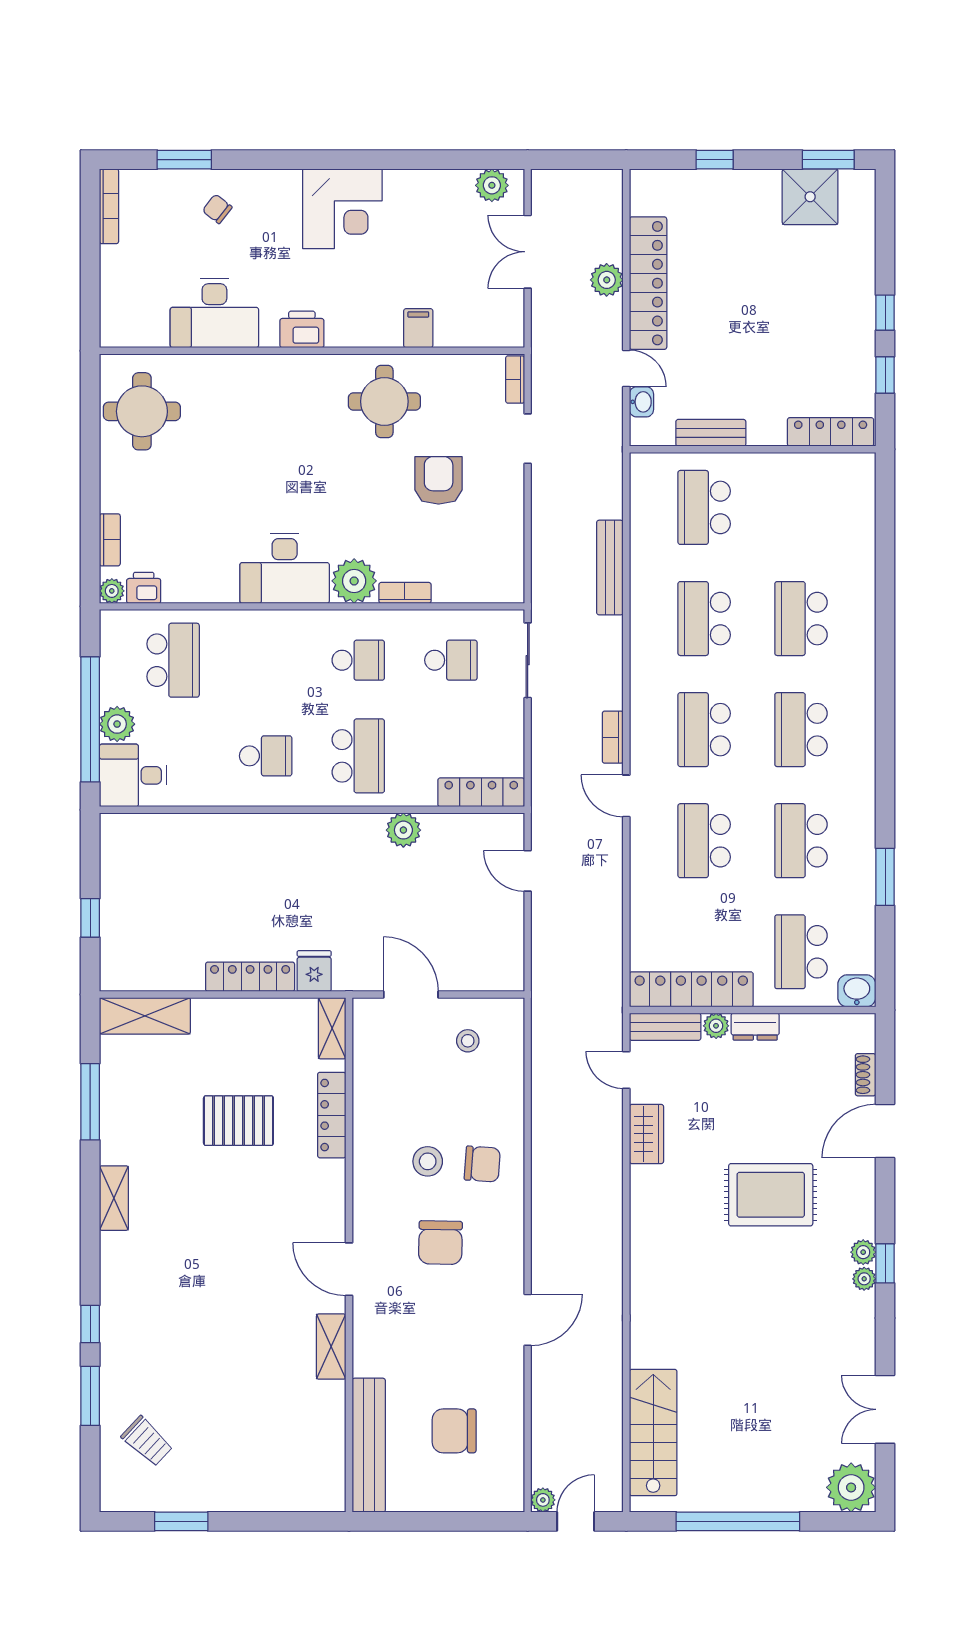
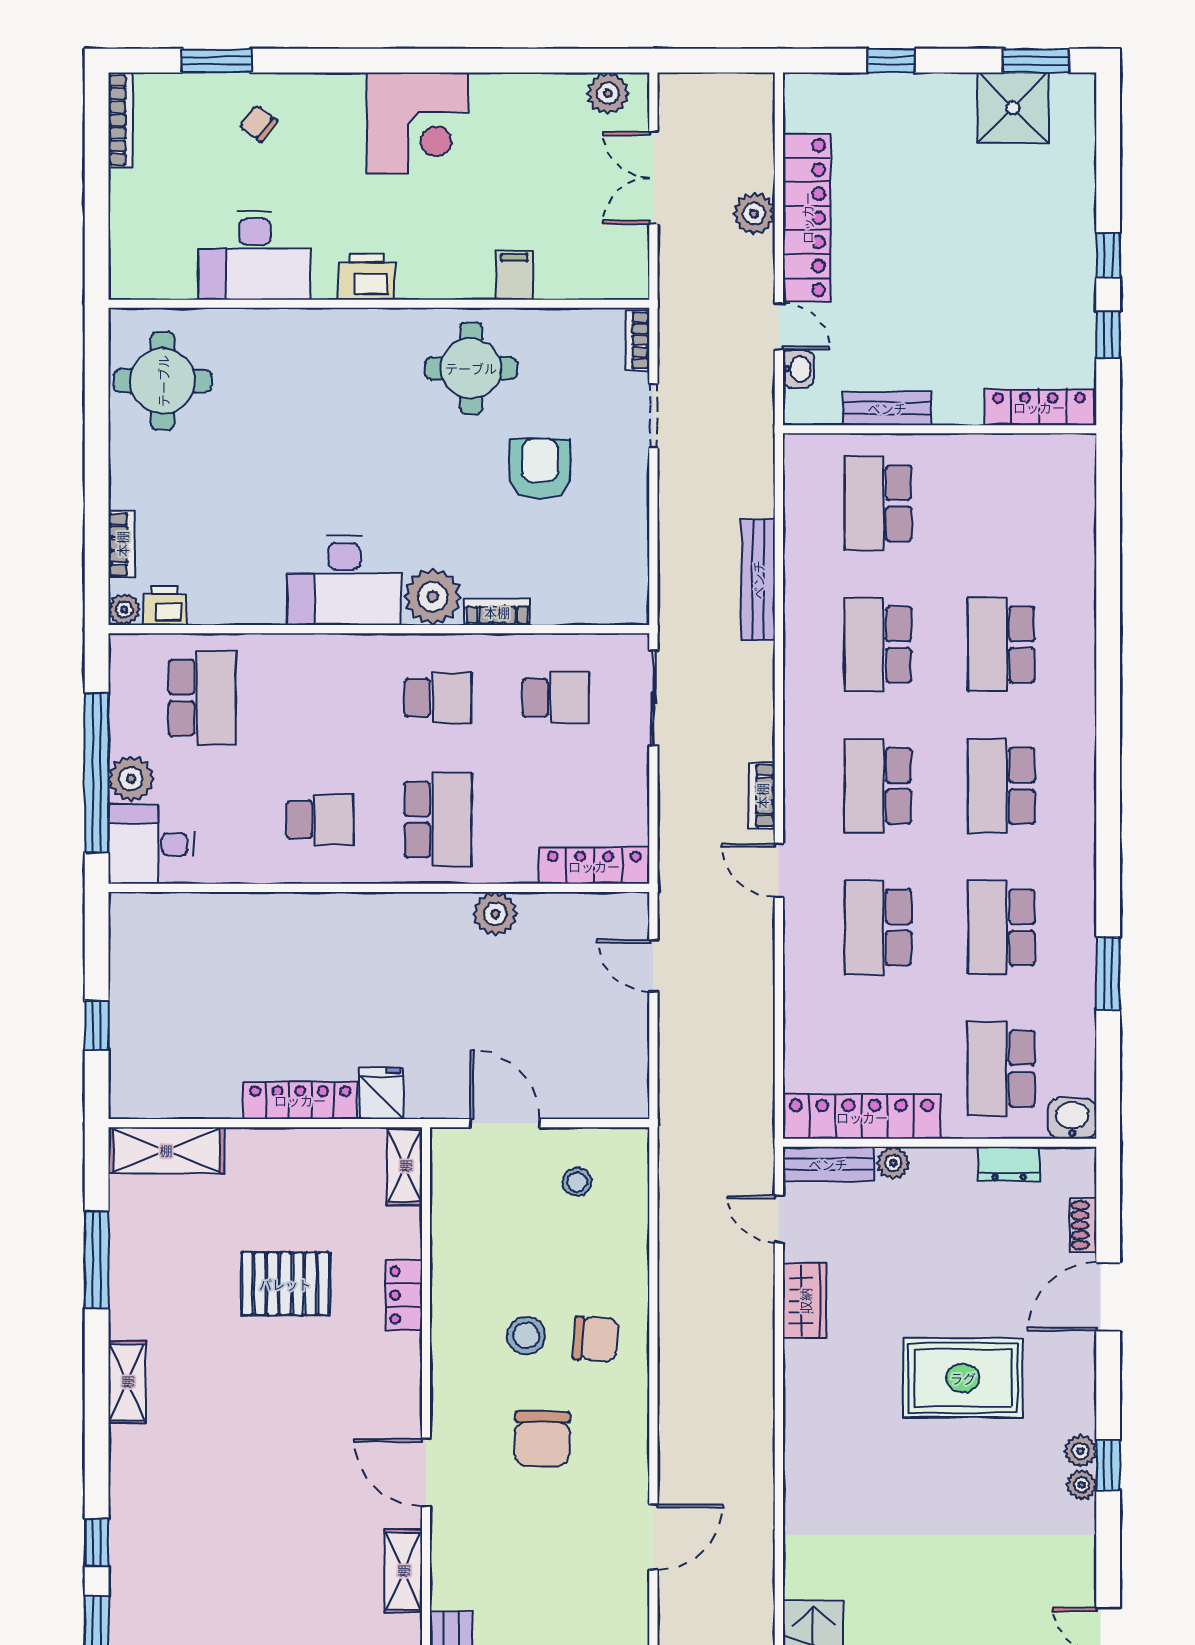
dresser: (755, 1027) -> (1009, 1164), moved
locker: (332, 1115) -> (404, 1295), width x0.66

